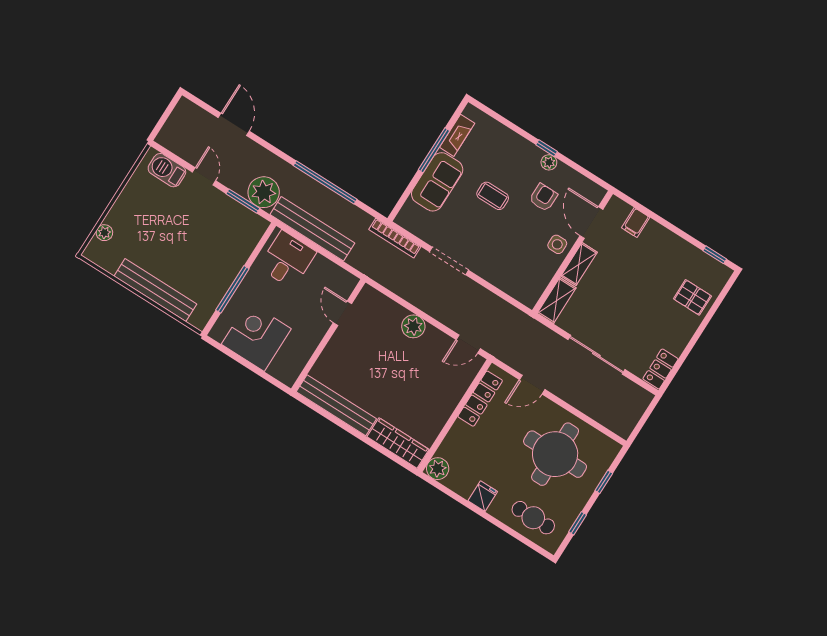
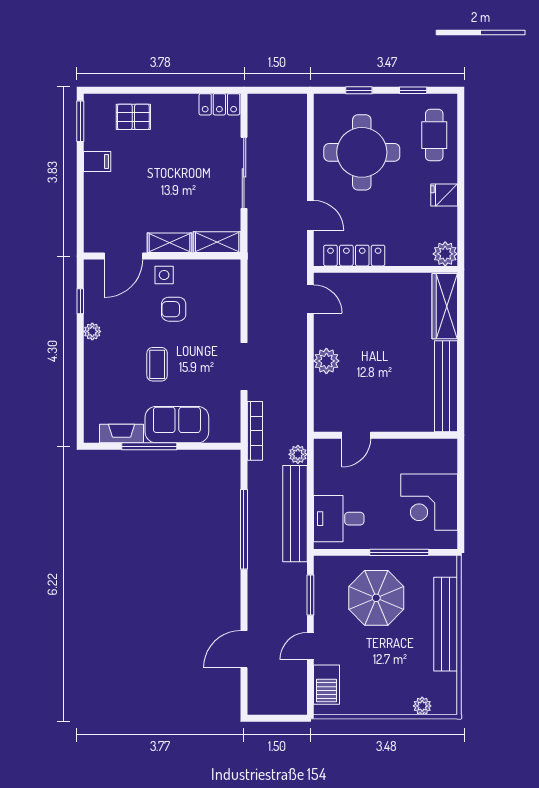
window: (547, 148) -> (80, 301), moved
plant: (264, 192) -> (298, 454), moved, width x0.53, depth x0.53
armchair: (543, 197) -> (174, 309), moved
filing cabinet: (636, 223) -> (97, 161), moved
parasol: (209, 250) -> (376, 598), added
window: (715, 255) -> (80, 121), width x1.50
pallet: (692, 297) -> (133, 117), turned 90

